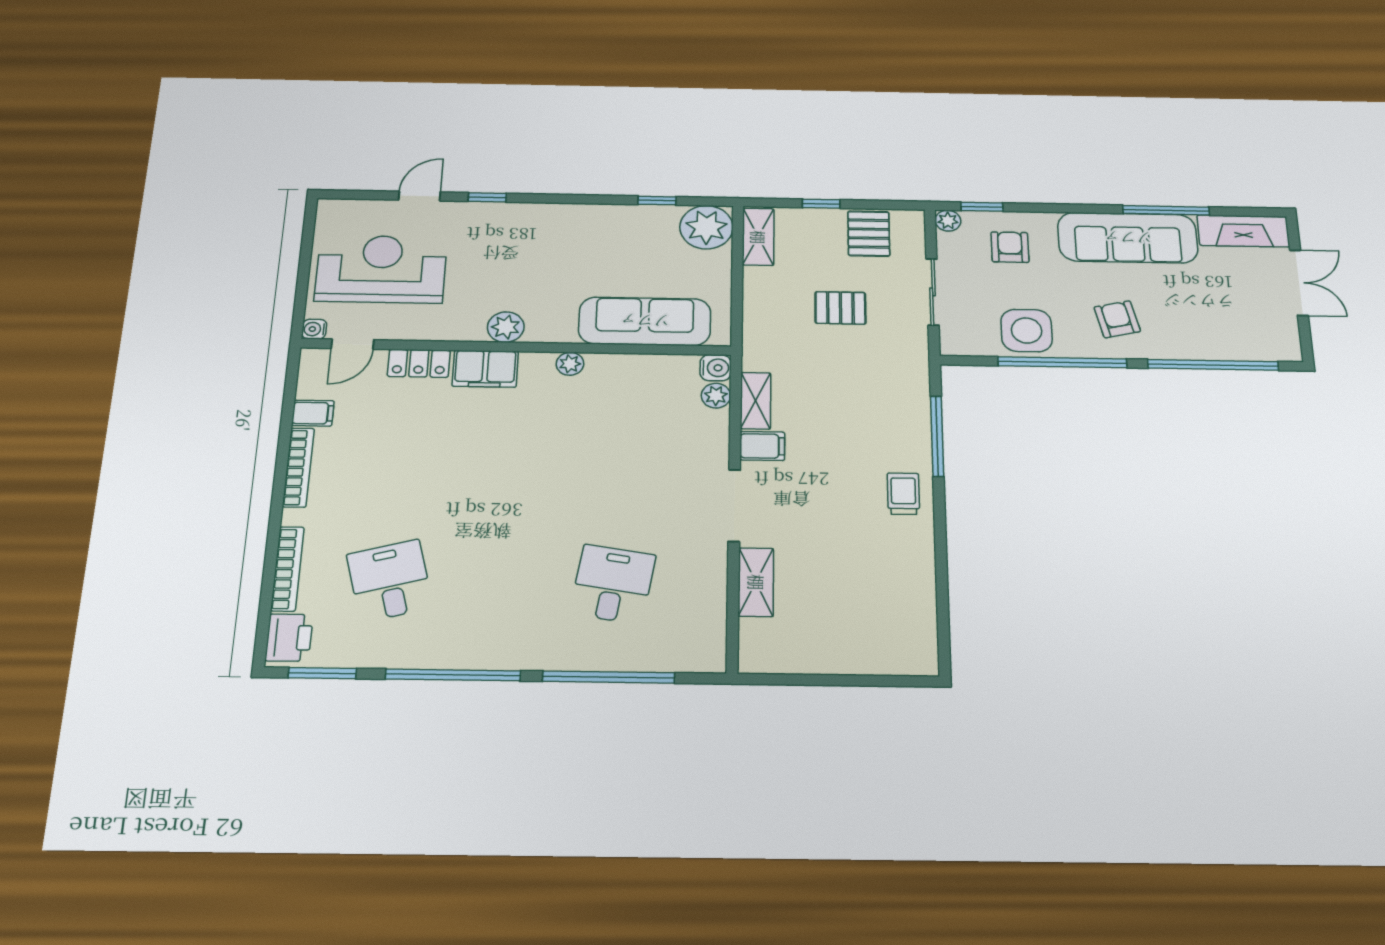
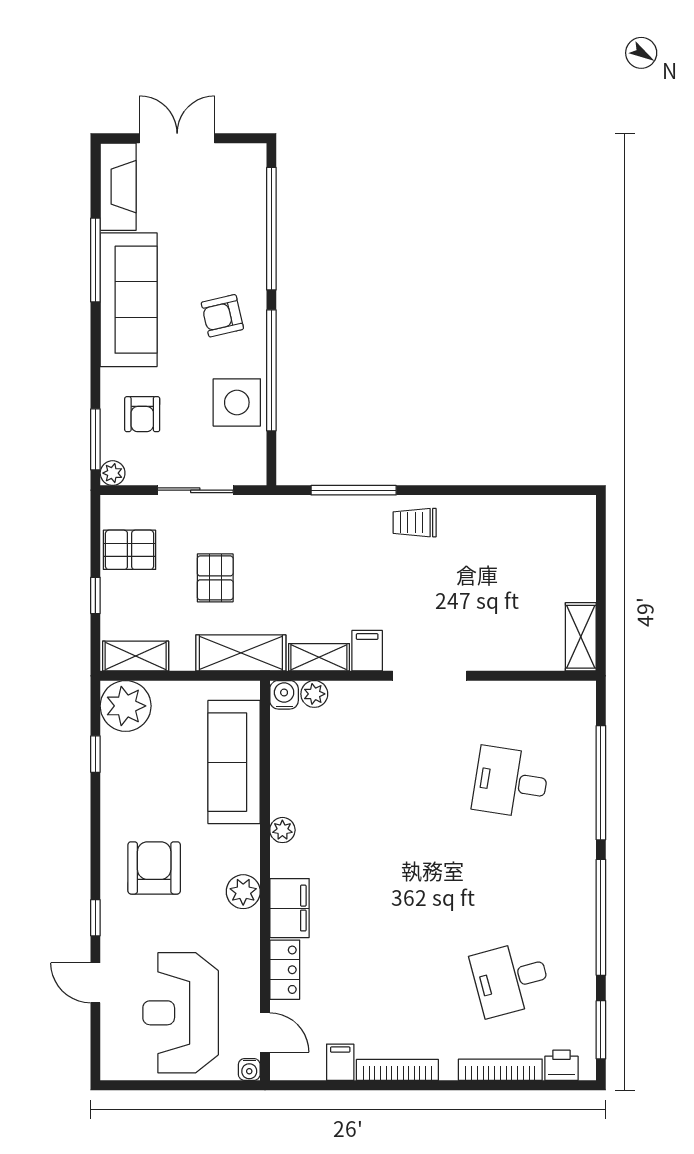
window: (982, 207) -> (95, 439), width x1.50
armchair: (1010, 247) -> (142, 414), turned -90
armchair: (536, 249) -> (154, 868), added
shelving: (761, 329) -> (241, 653), added
shelving: (756, 582) -> (581, 637), moved, turned 90
printer: (289, 638) -> (561, 1065), width x0.73, depth x0.81

